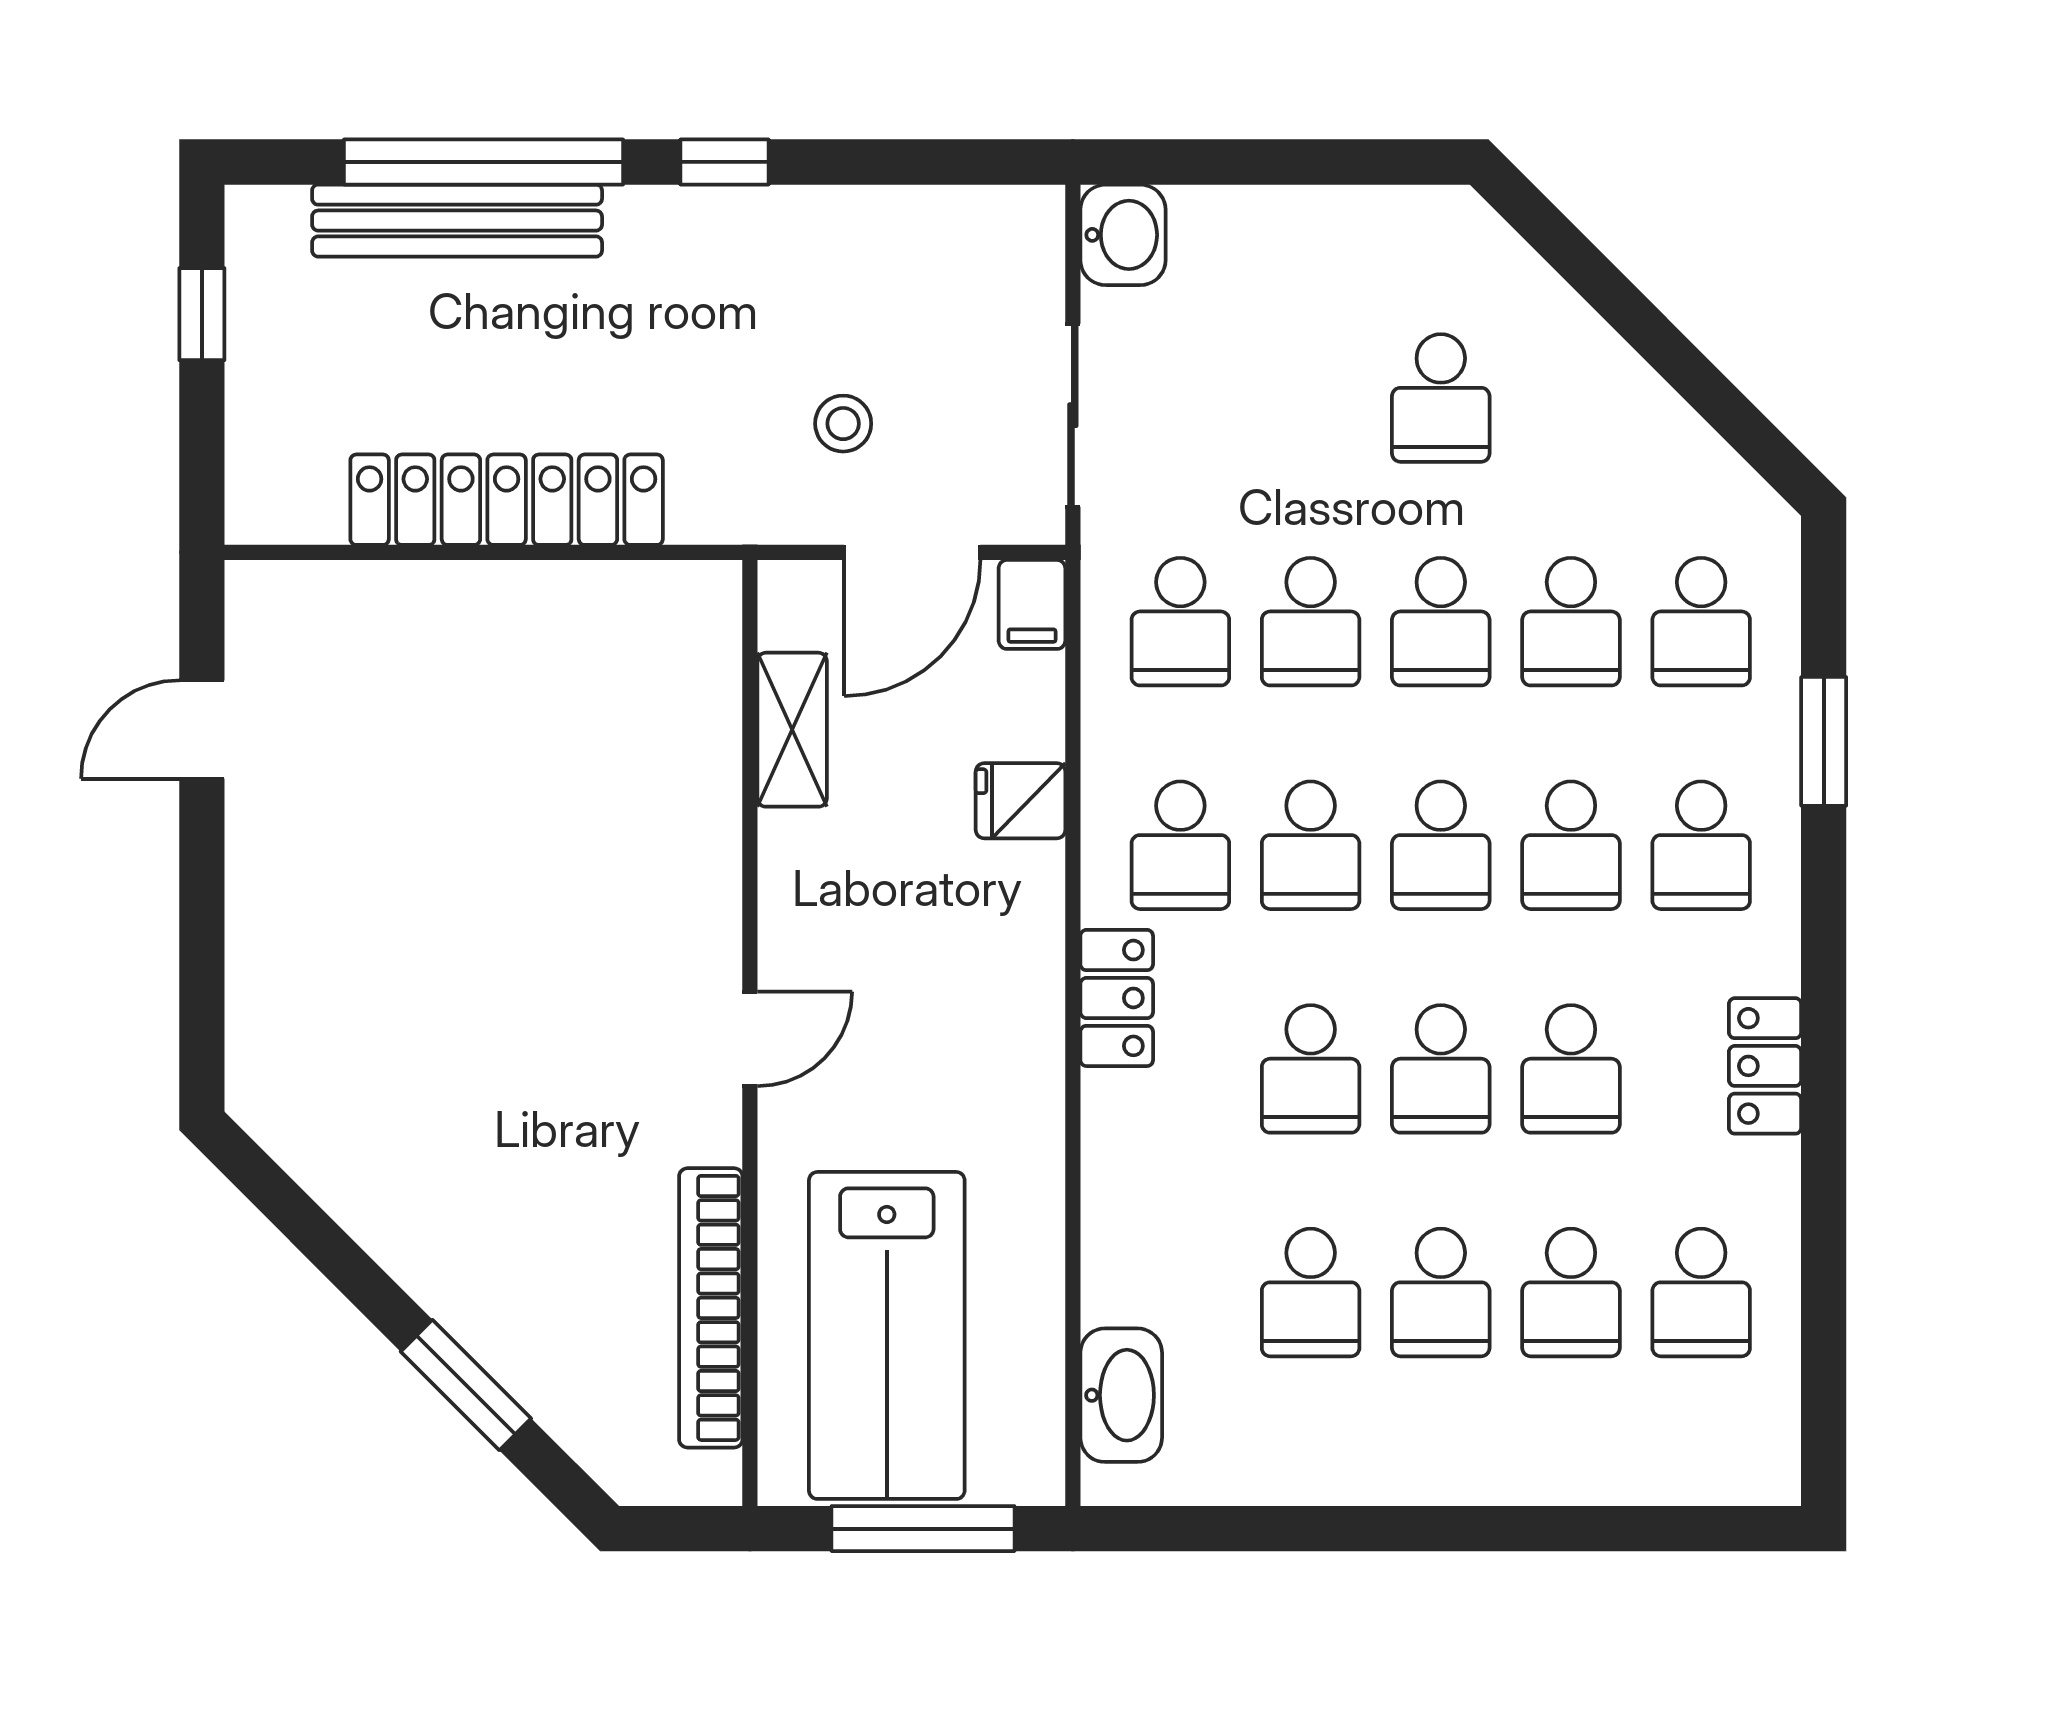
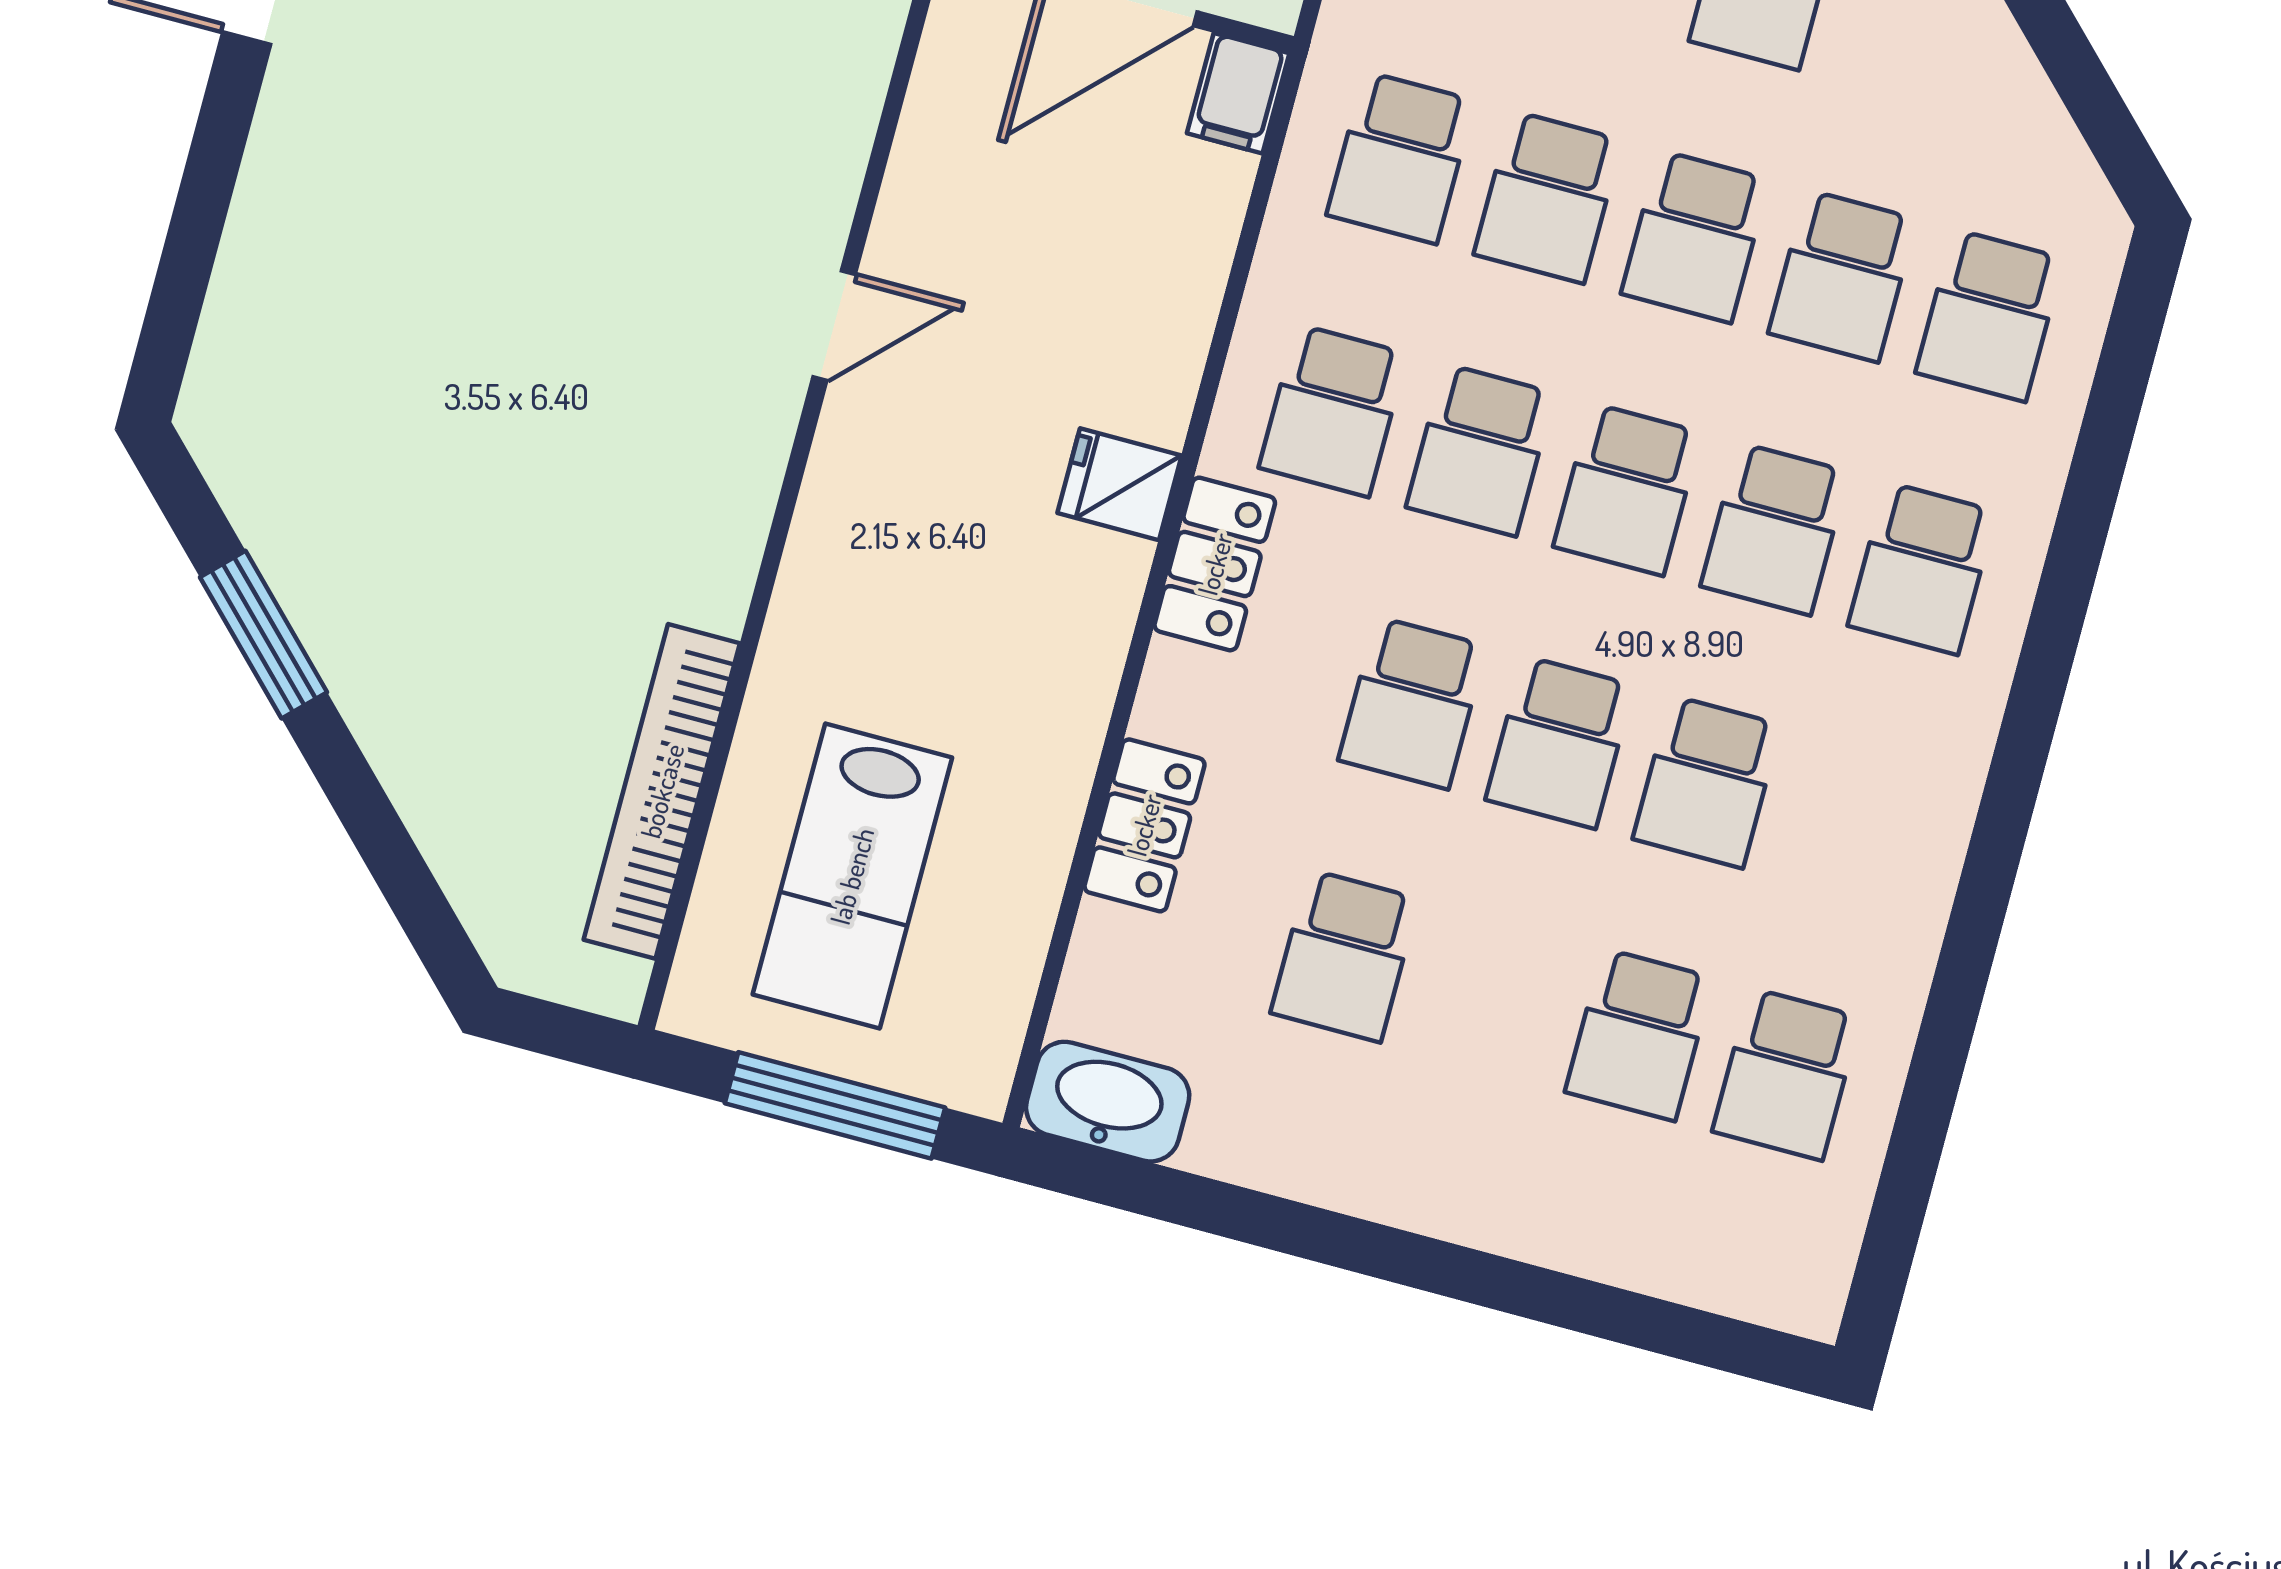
shelving: (792, 730) -> (929, 162), removed
window: (1824, 741) -> (2092, 488), removed
fridge: (1021, 801) -> (1120, 484), moved
door: (750, 1039) -> (834, 326), moved
locker: (1765, 1066) -> (1144, 825), moved, turned 180
school desk: (1441, 1293) -> (1492, 995), removed
lab bench: (887, 1335) -> (852, 876), width x0.73, depth x0.72
window: (466, 1385) -> (263, 635), moved
washbasin: (1121, 1395) -> (1108, 1102), moved, turned -90

